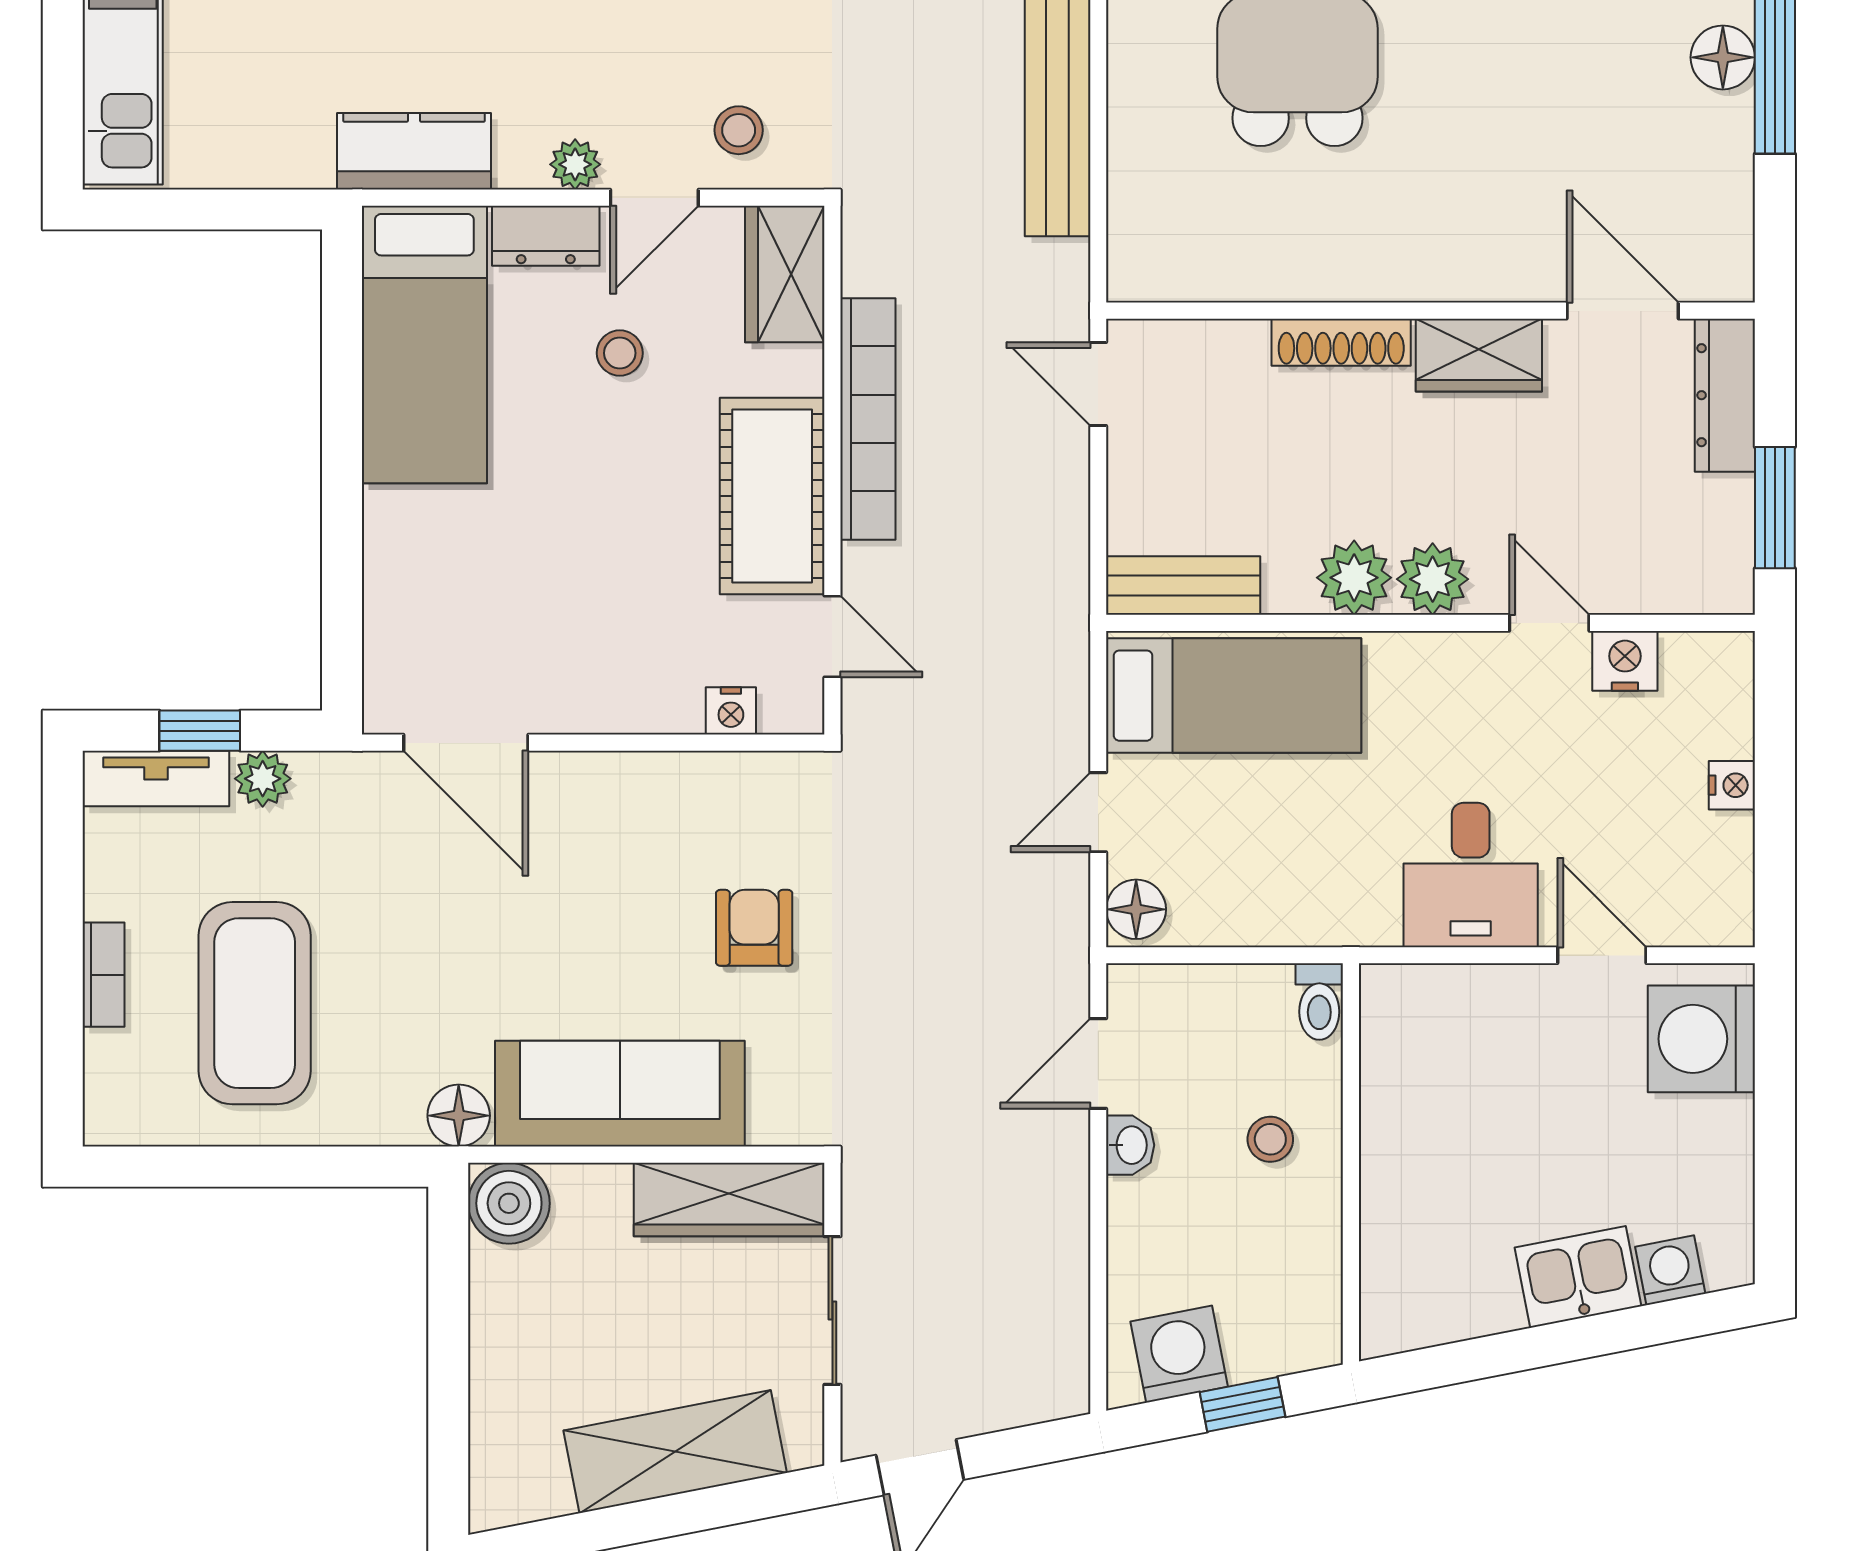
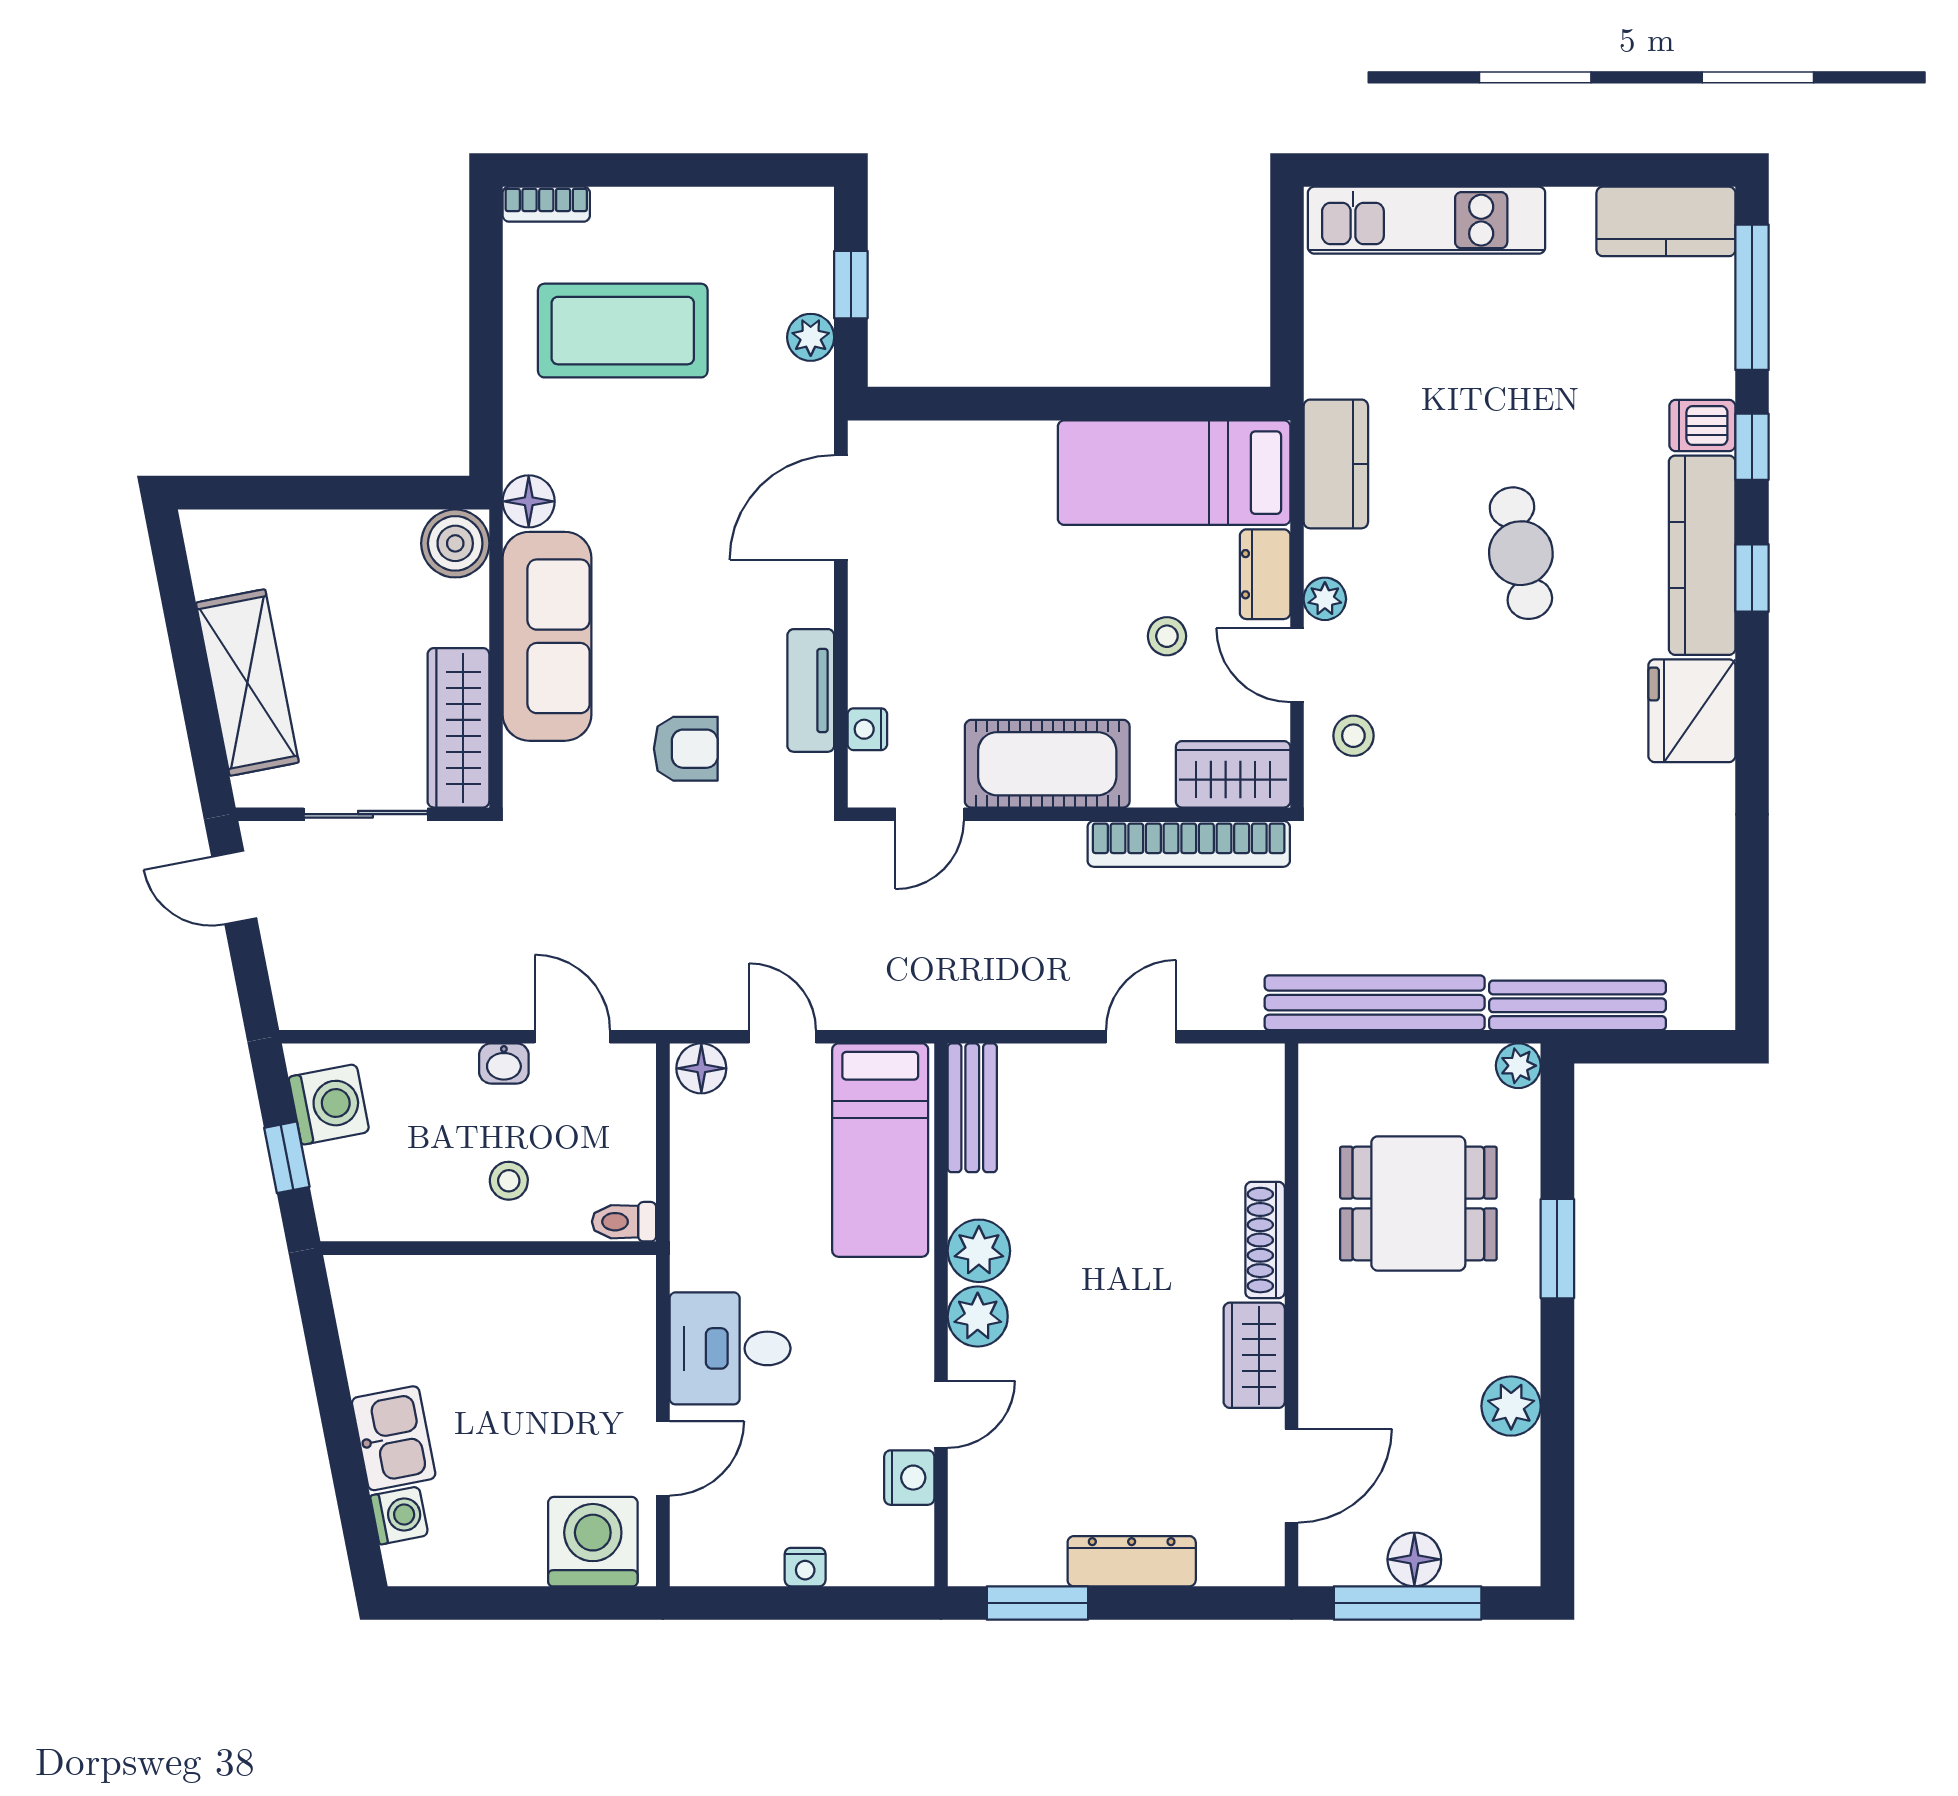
wall: (1431, 311) -> (1291, 1315), moved
door: (1623, 311) -> (1291, 1476), moved
shoe rack: (1341, 342) -> (1265, 1240), moved
wardrobe: (1479, 355) -> (1254, 1355), moved
bookcase: (868, 419) -> (1189, 844), moved
tv unit: (156, 779) -> (811, 690), moved
bookcase: (104, 975) -> (546, 204), moved

